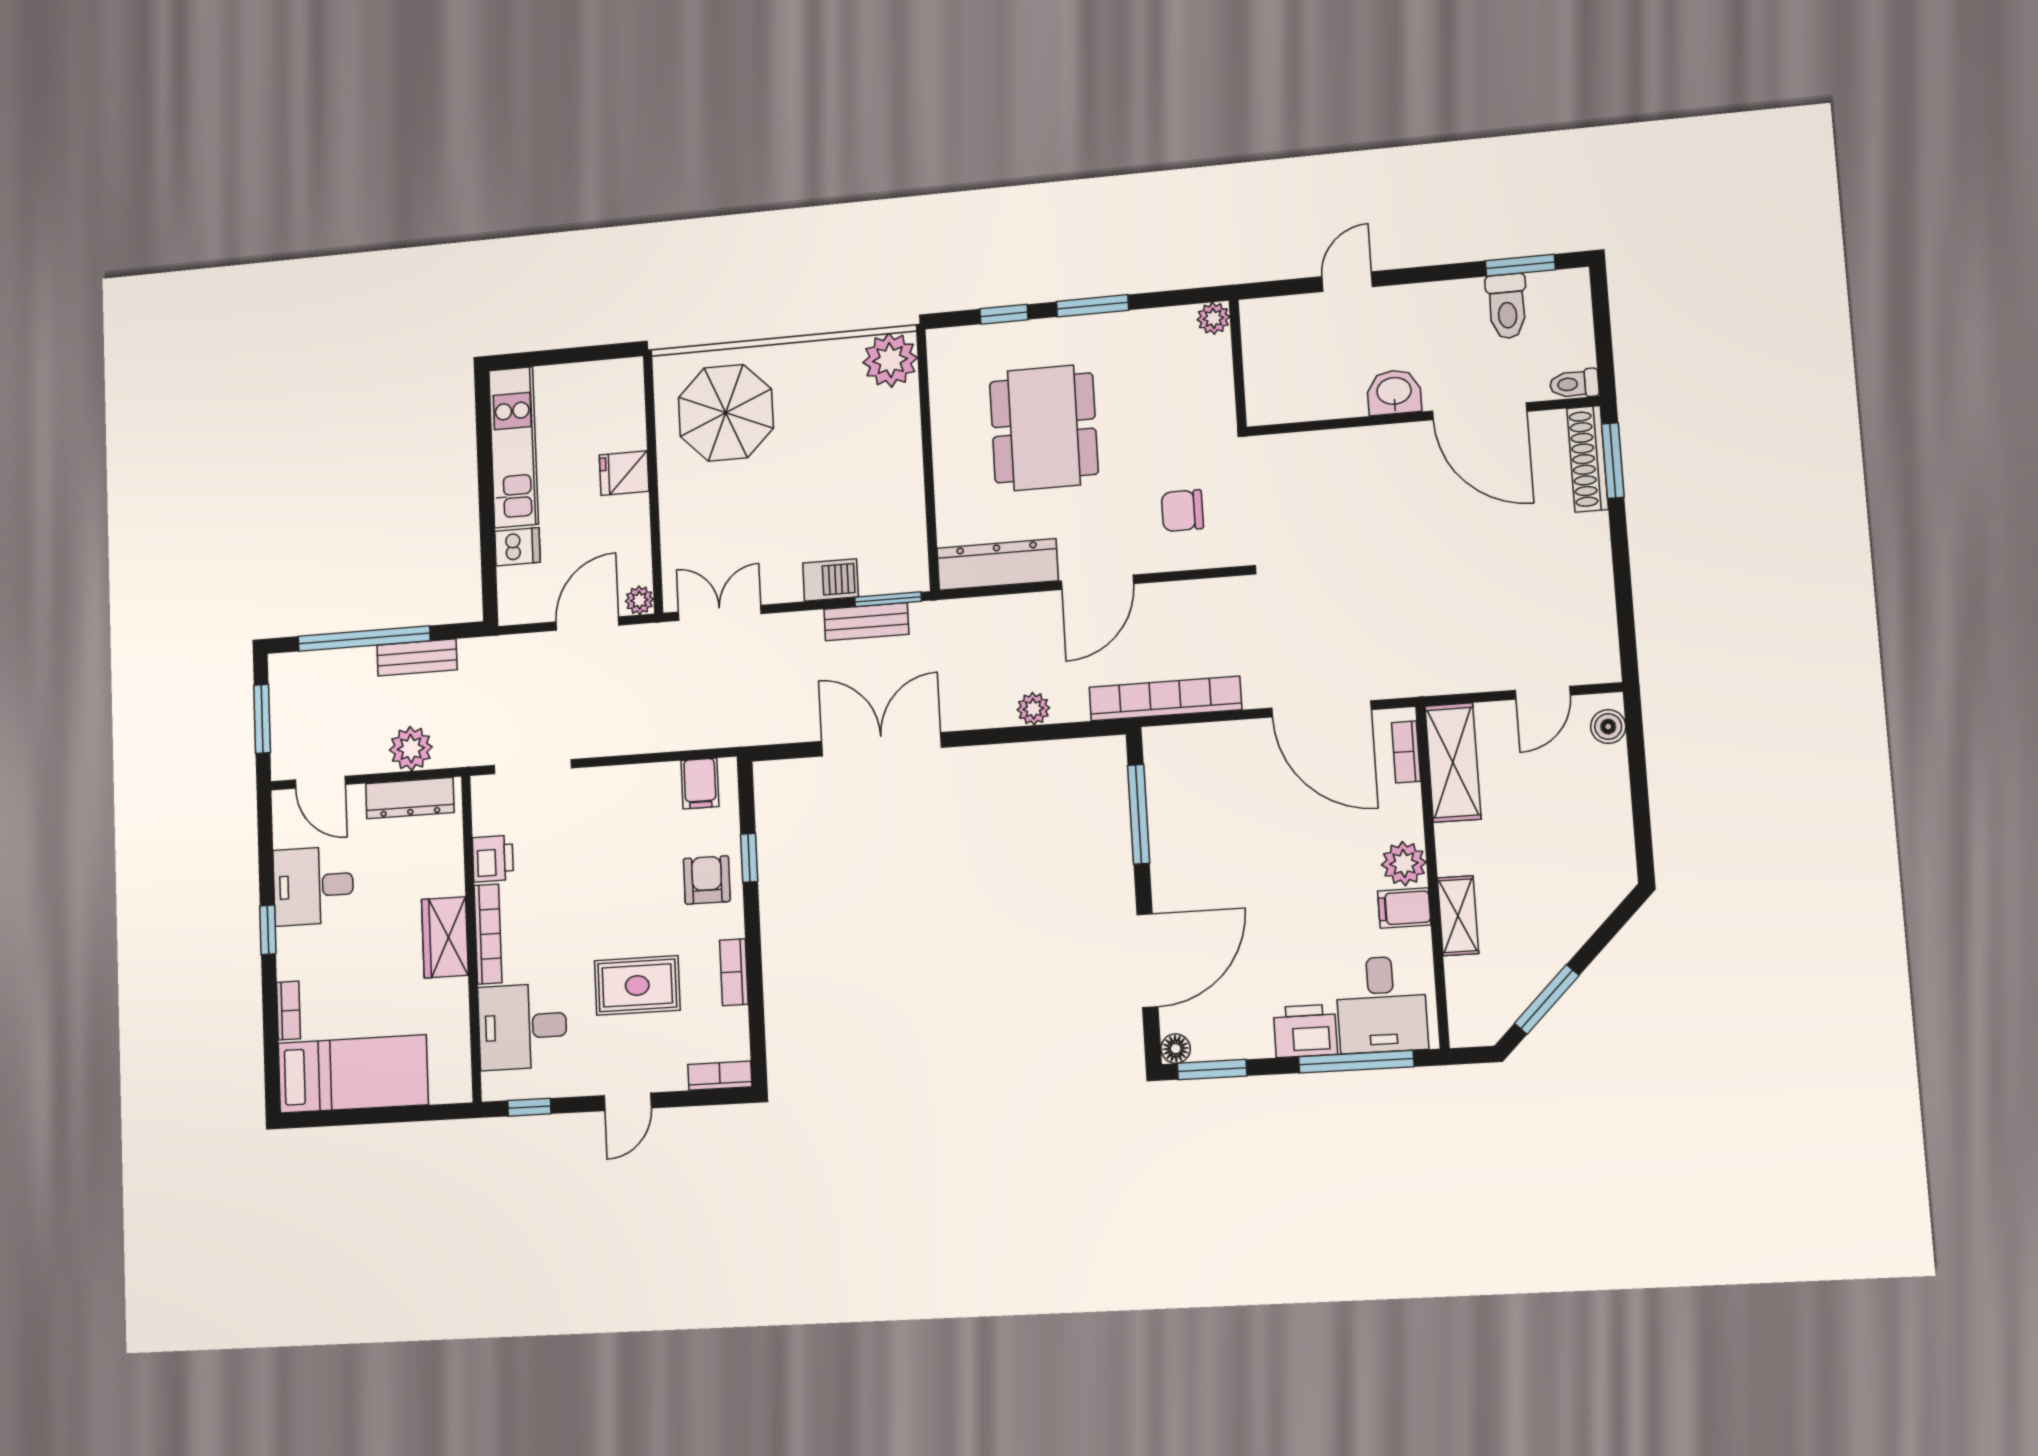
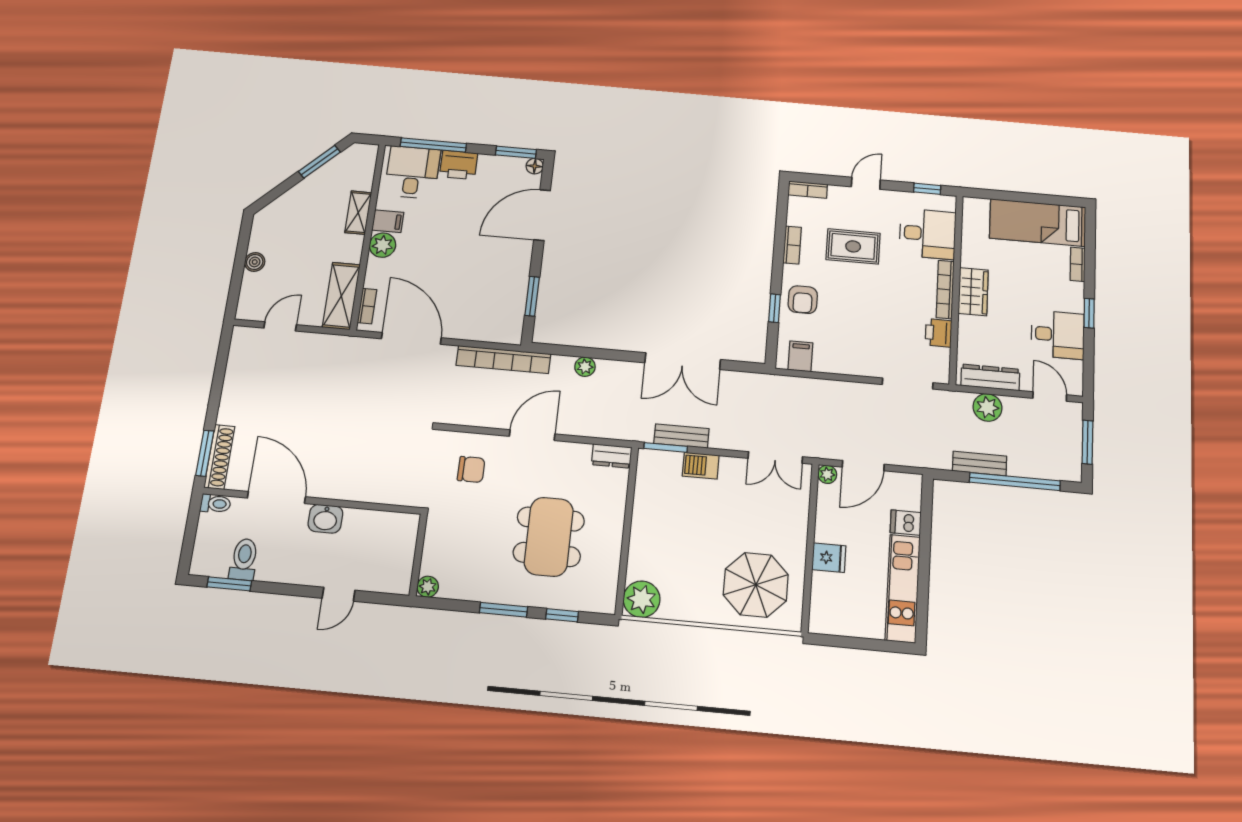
dresser: (997, 564) -> (612, 456), width x0.51, depth x0.80
boiler: (1608, 727) -> (255, 262), moved
window: (1139, 814) -> (532, 296), width x0.69

